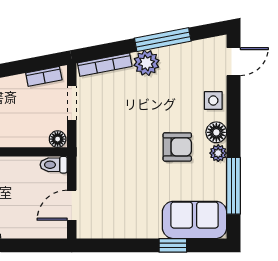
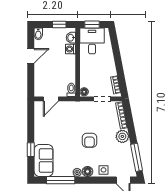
window: (163, 40) -> (137, 157), moved
armchair: (177, 147) -> (89, 140), moved
door: (72, 205) -> (51, 99), swing flipped

